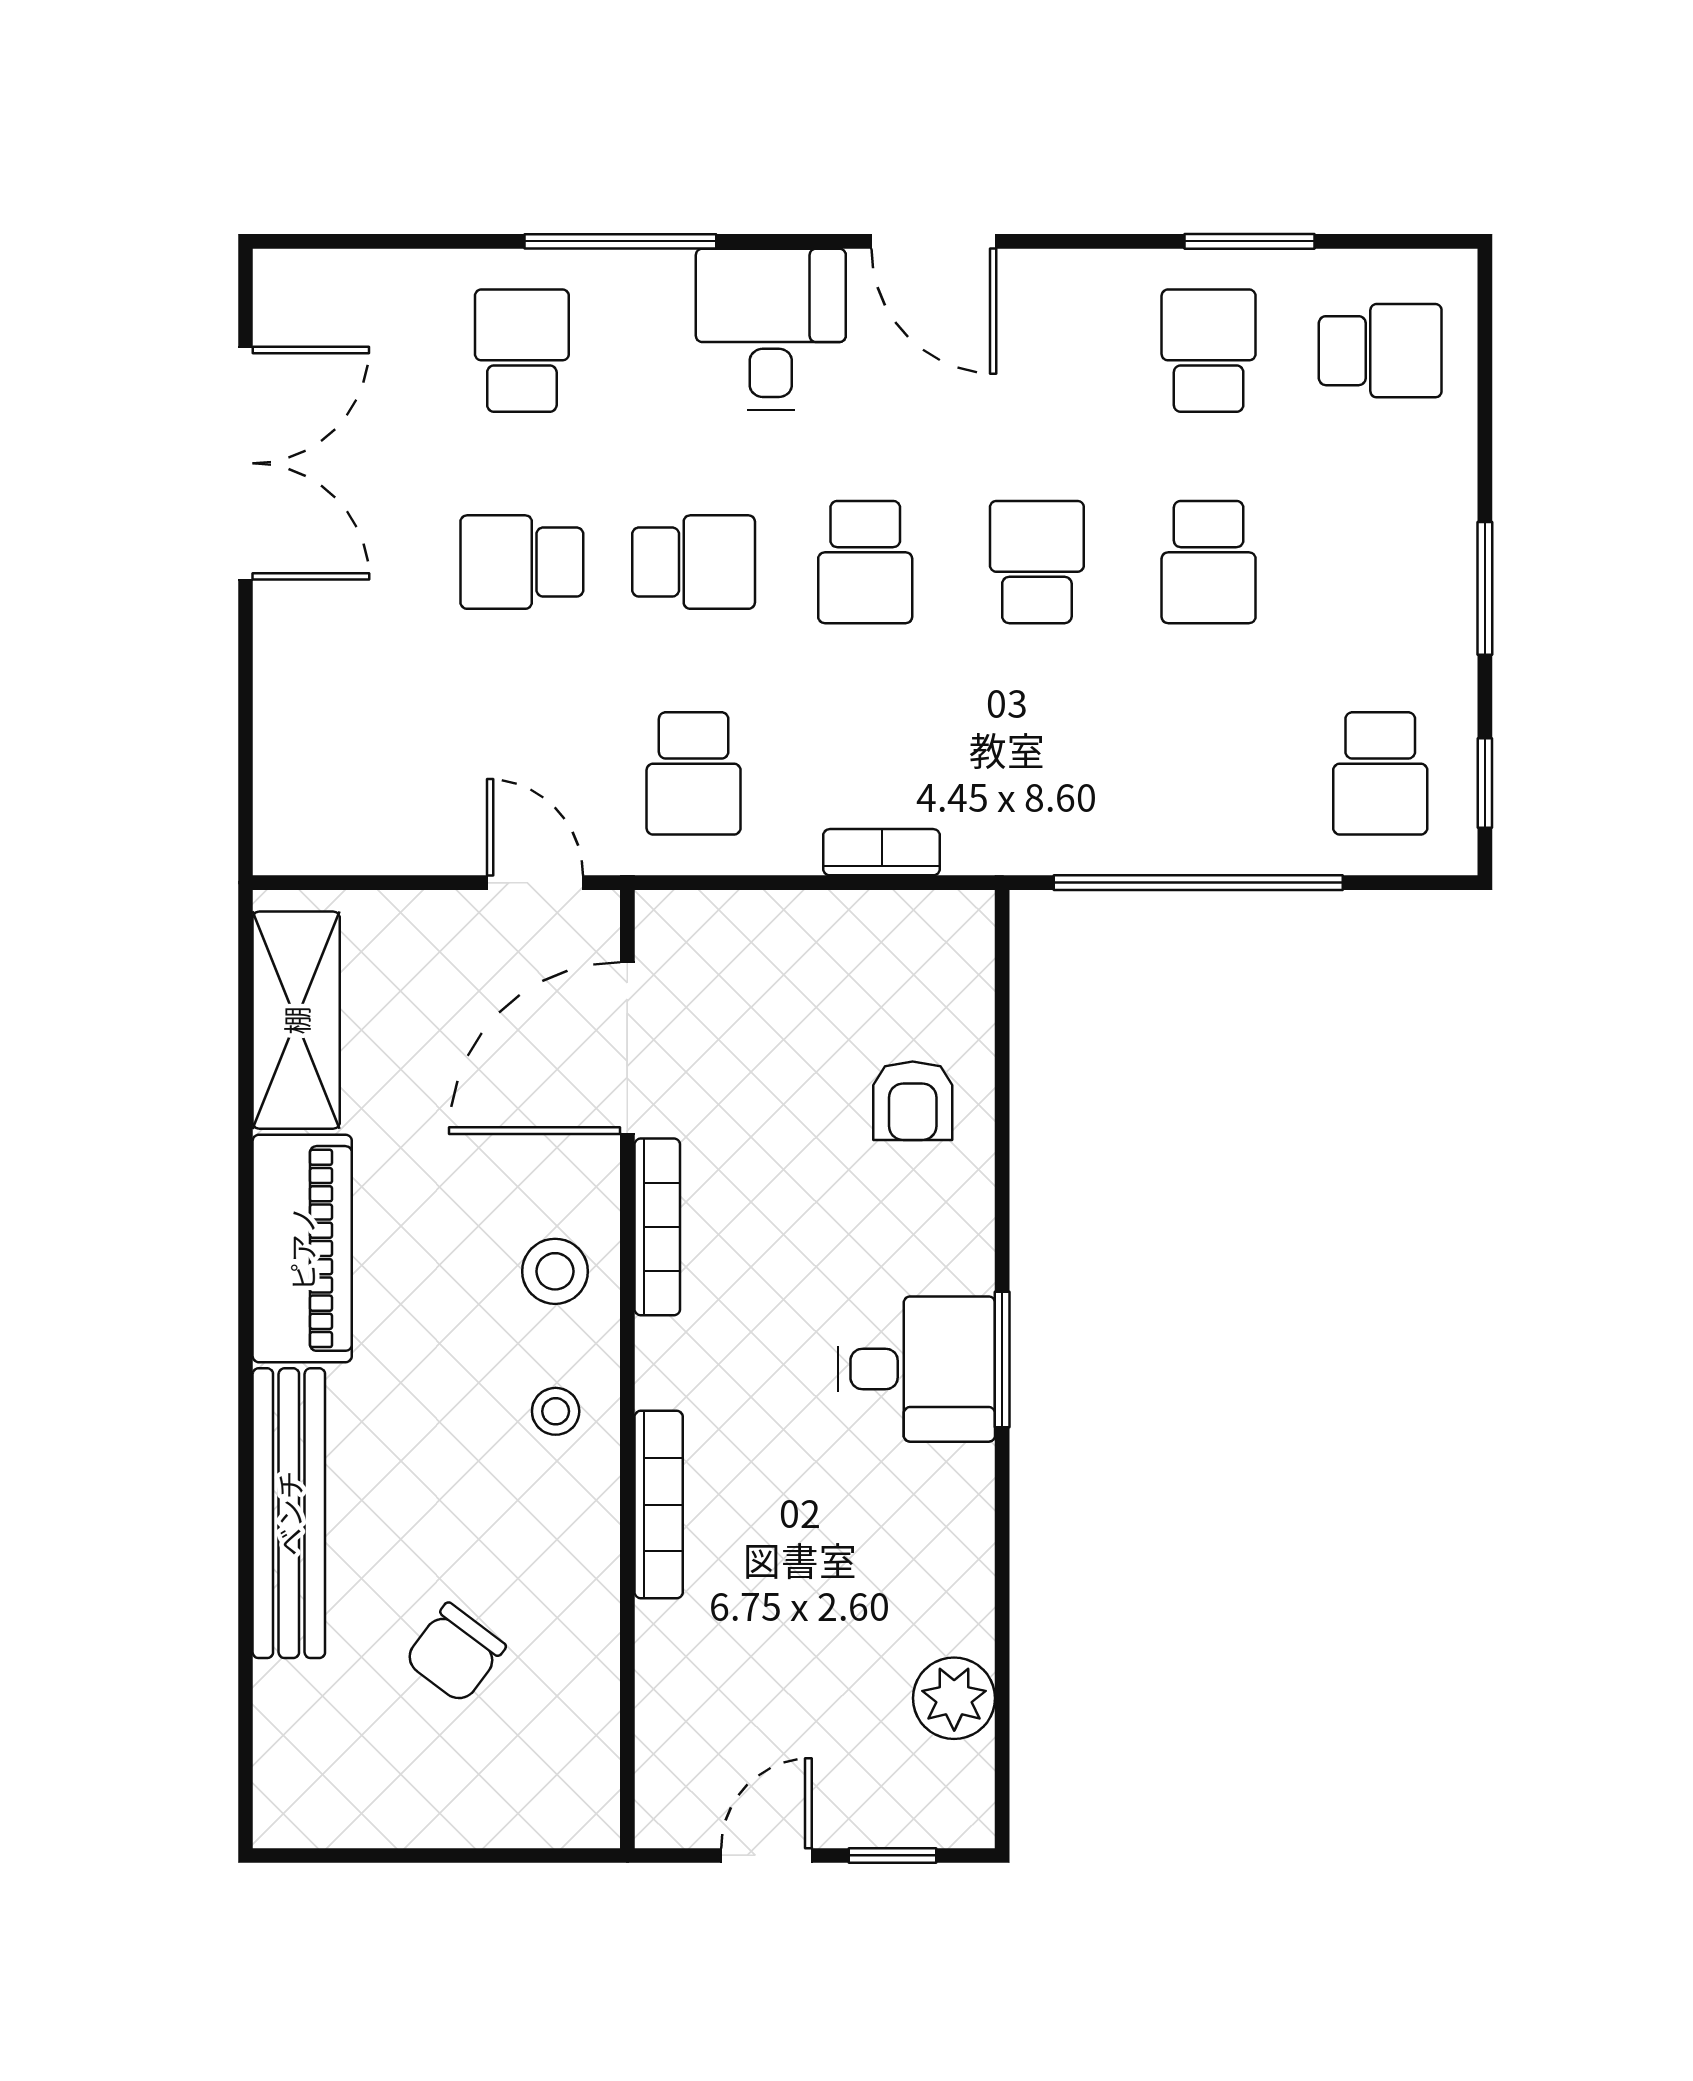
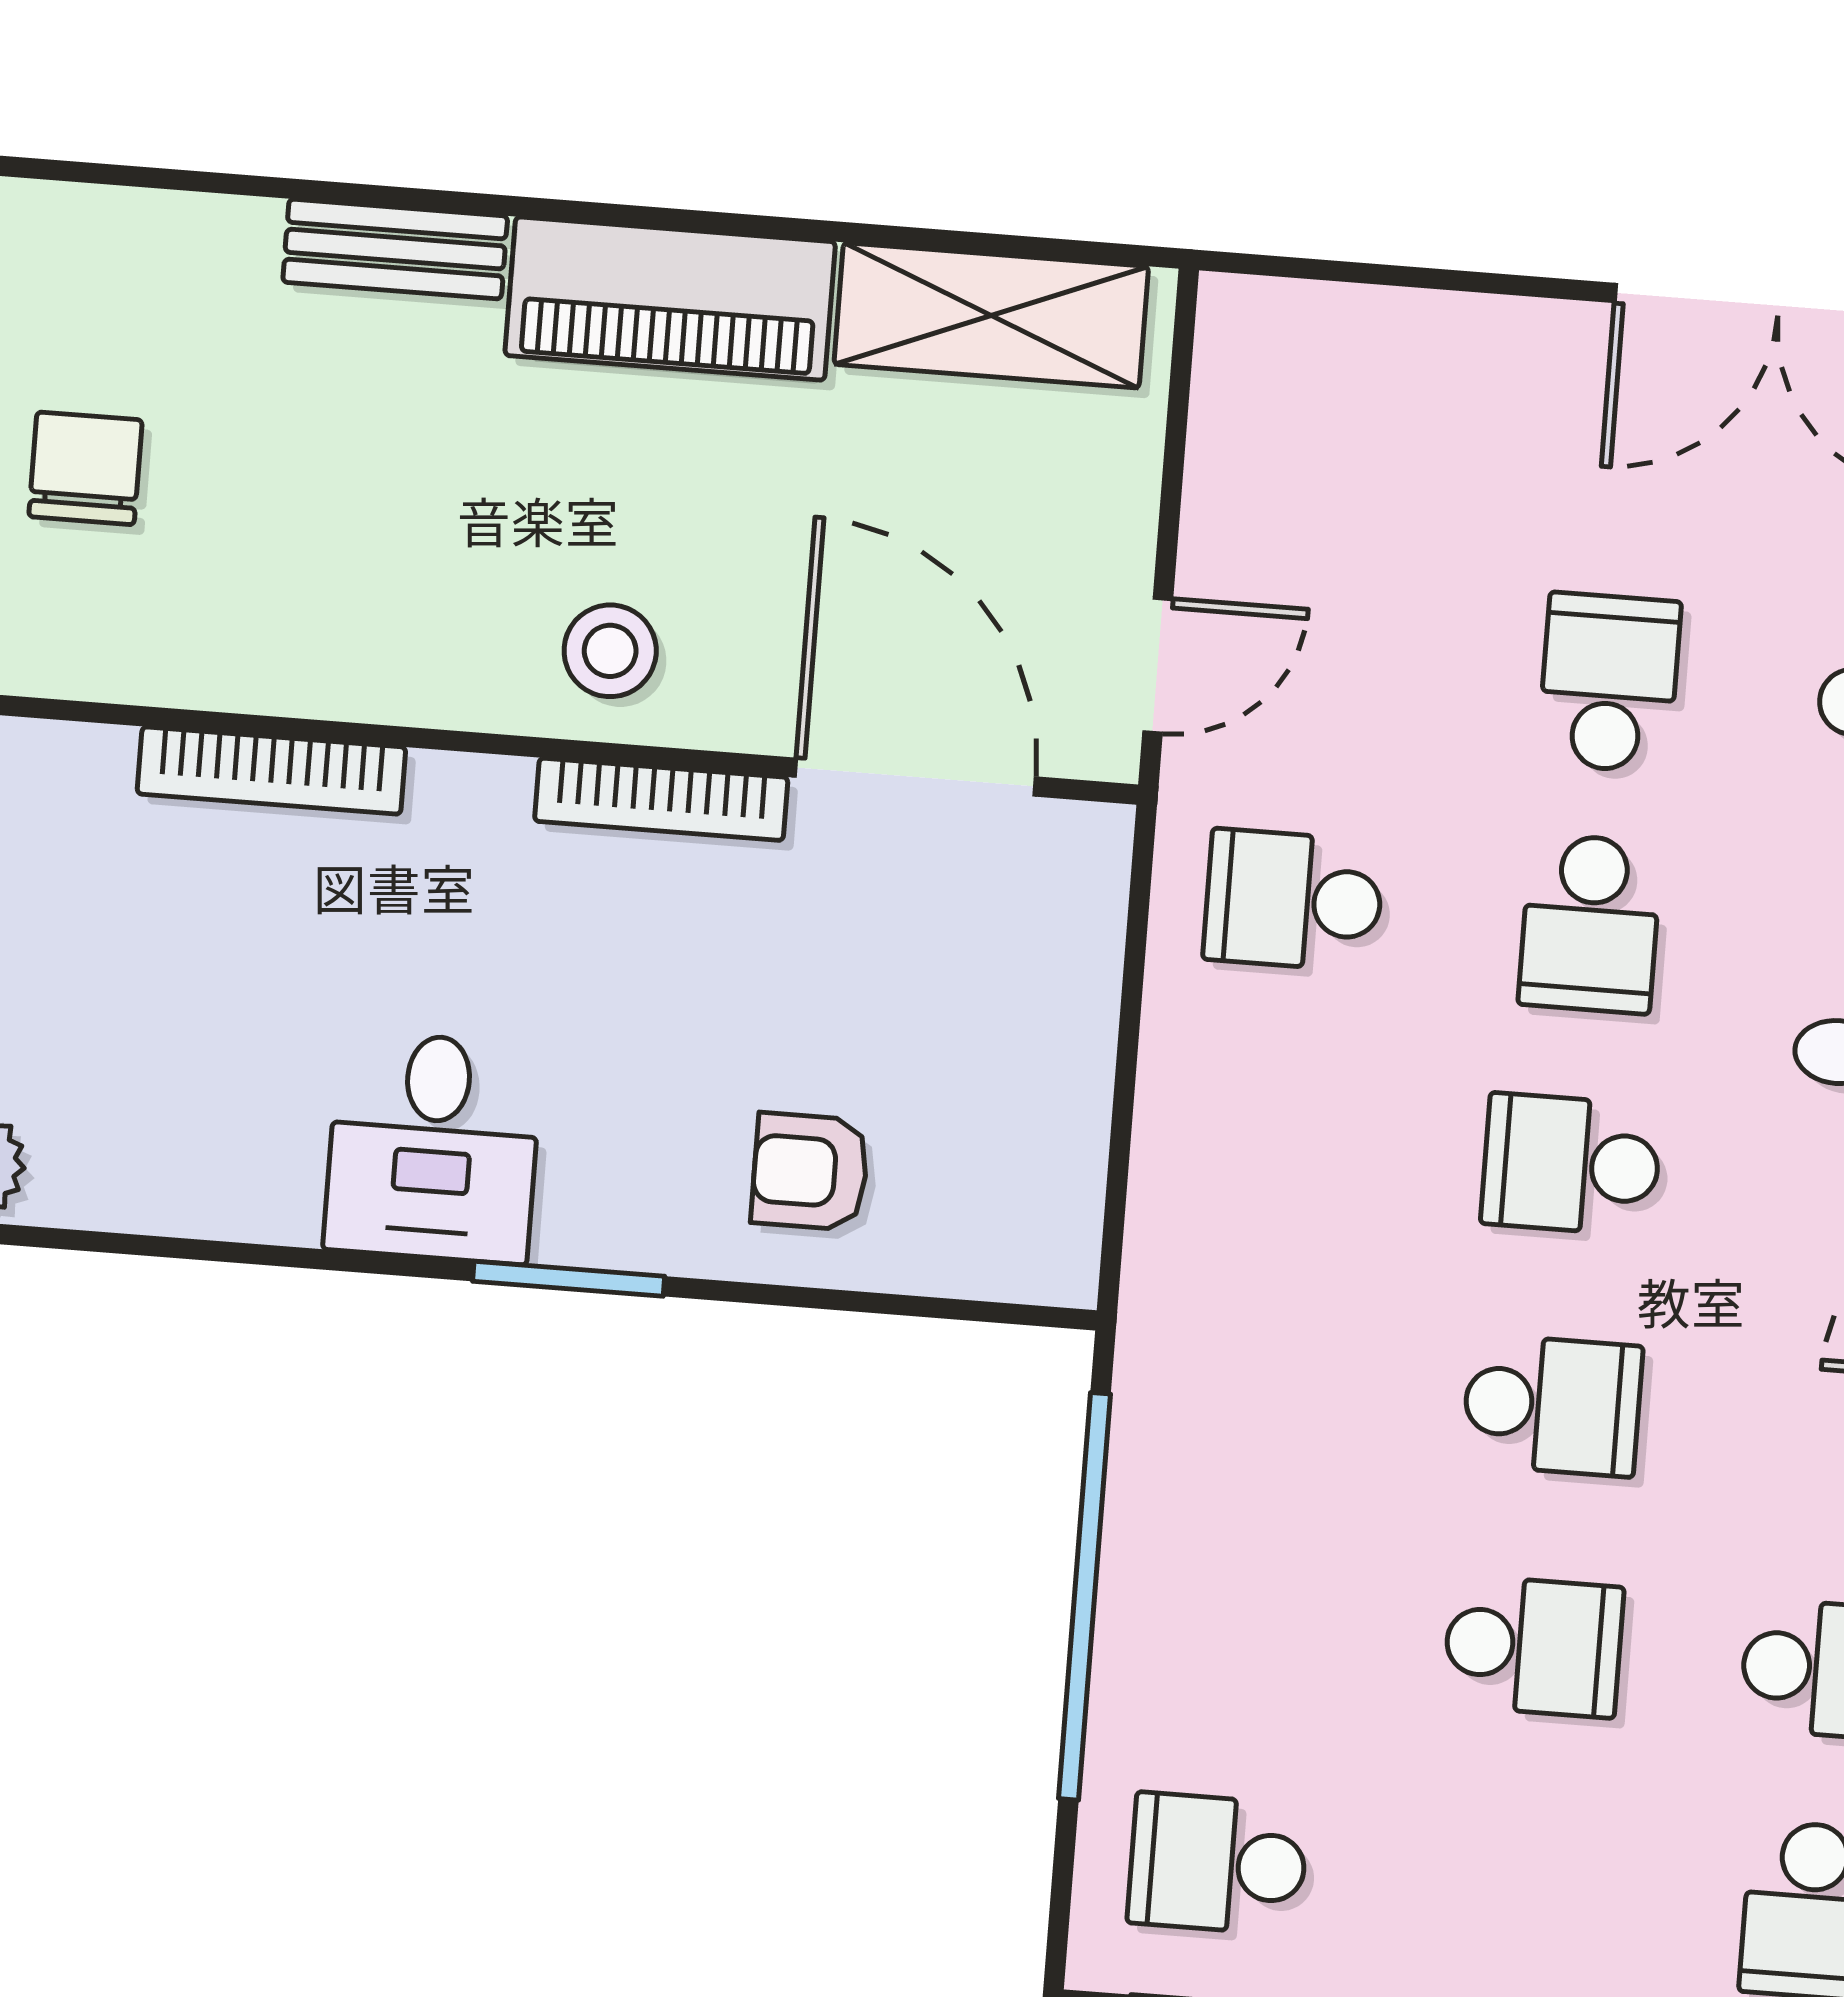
school desk: (1209, 562) -> (1533, 1646), turned 180
bookcase: (882, 852) -> (1162, 1155), removed
window: (1002, 1360) -> (569, 1279), moved
stool: (556, 1411) -> (414, 636), removed
bench: (289, 1513) -> (395, 249), width x0.54, depth x0.82
chair: (455, 1653) -> (85, 468), turned 53

